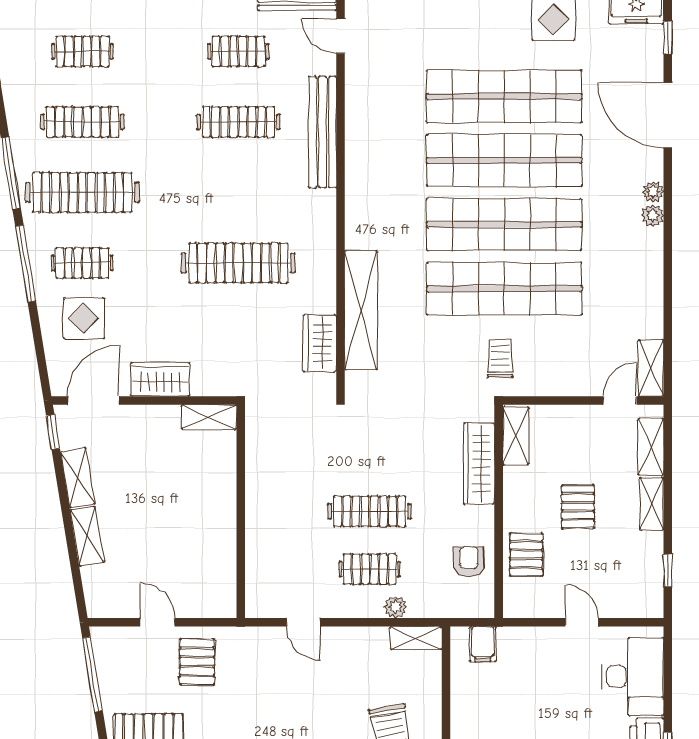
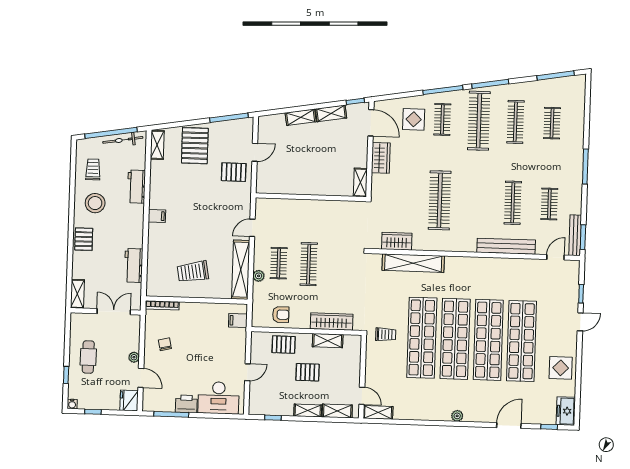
door: (668, 115) -> (509, 426), width x0.73
plant: (653, 192) -> (469, 417), removed
shelving: (516, 436) -> (328, 341), moved
shelving: (416, 638) -> (241, 270), width x2.20, depth x1.33

